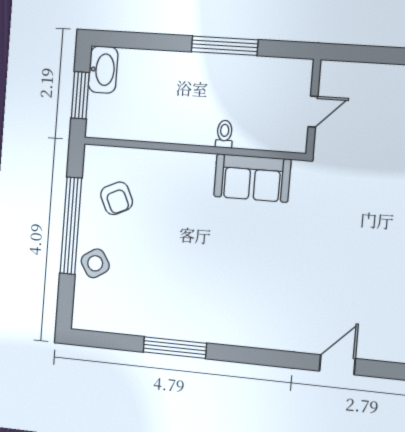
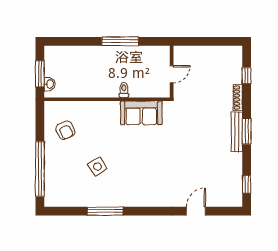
washbasin: (103, 70) -> (50, 84), moved, width x0.52, depth x0.69
window: (71, 226) -> (40, 169), moved
side table: (95, 263) -> (97, 167), moved

